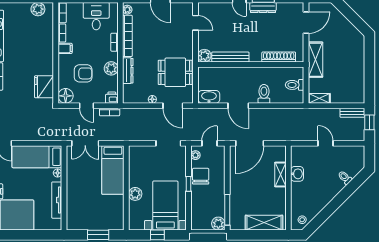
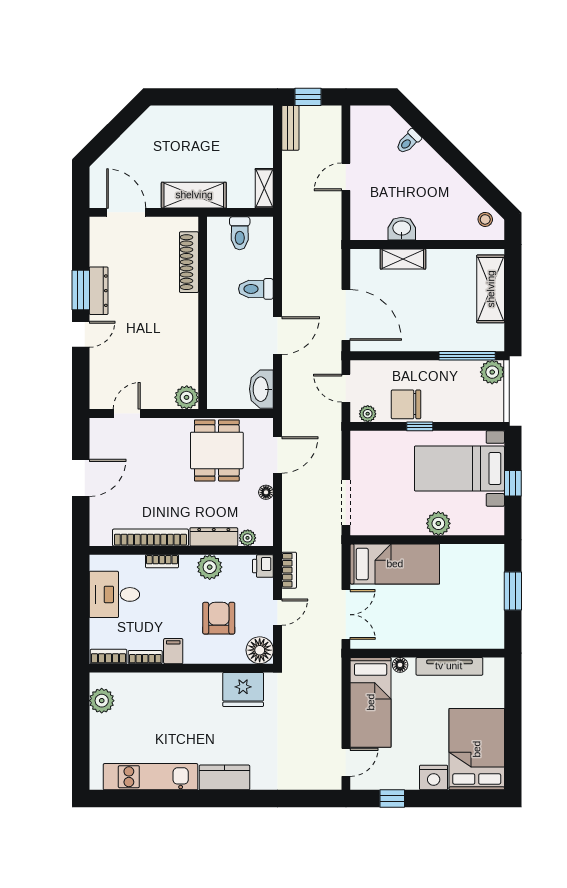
plant: (127, 10) -> (248, 538), moved
bench: (230, 57) -> (189, 350), removed
doorway: (168, 143) -> (346, 503), moved

